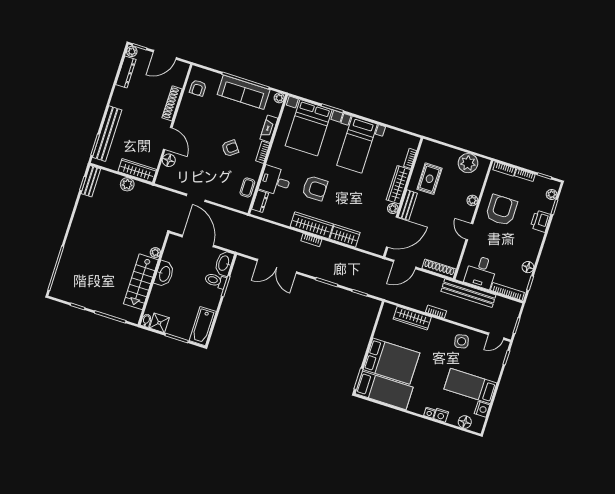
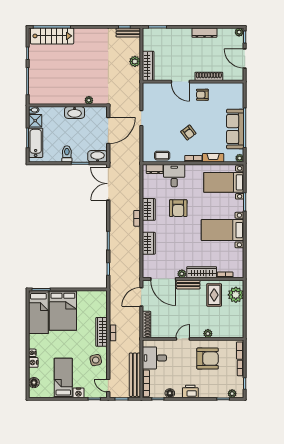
dresser: (126, 72) -> (204, 33), moved
armchair: (198, 88) -> (202, 95), moved
bed with nightstands: (309, 128) -> (224, 182), width x0.73
bench: (107, 134) -> (169, 33), removed
door: (168, 138) -> (180, 82), hinge flipped
floor lamp: (169, 160) -> (164, 88), removed
plant: (468, 163) -> (236, 295), moved
rug: (430, 179) -> (214, 295), turned 90
printer: (540, 221) -> (190, 391), moved
wardrobe: (312, 225) -> (149, 209), width x0.67
door: (405, 264) -> (141, 297), hinge flipped
double door: (277, 266) -> (108, 184), moved
toilet: (216, 281) -> (67, 154), moved
stairs: (141, 282) -> (52, 36), moved, turned 180
bench: (468, 293) -> (135, 375), moved
wardrobe: (412, 318) -> (102, 332), moved
bathtub: (203, 326) -> (36, 143), moved, turned 90
nightstand: (482, 409) -> (78, 393), moved

